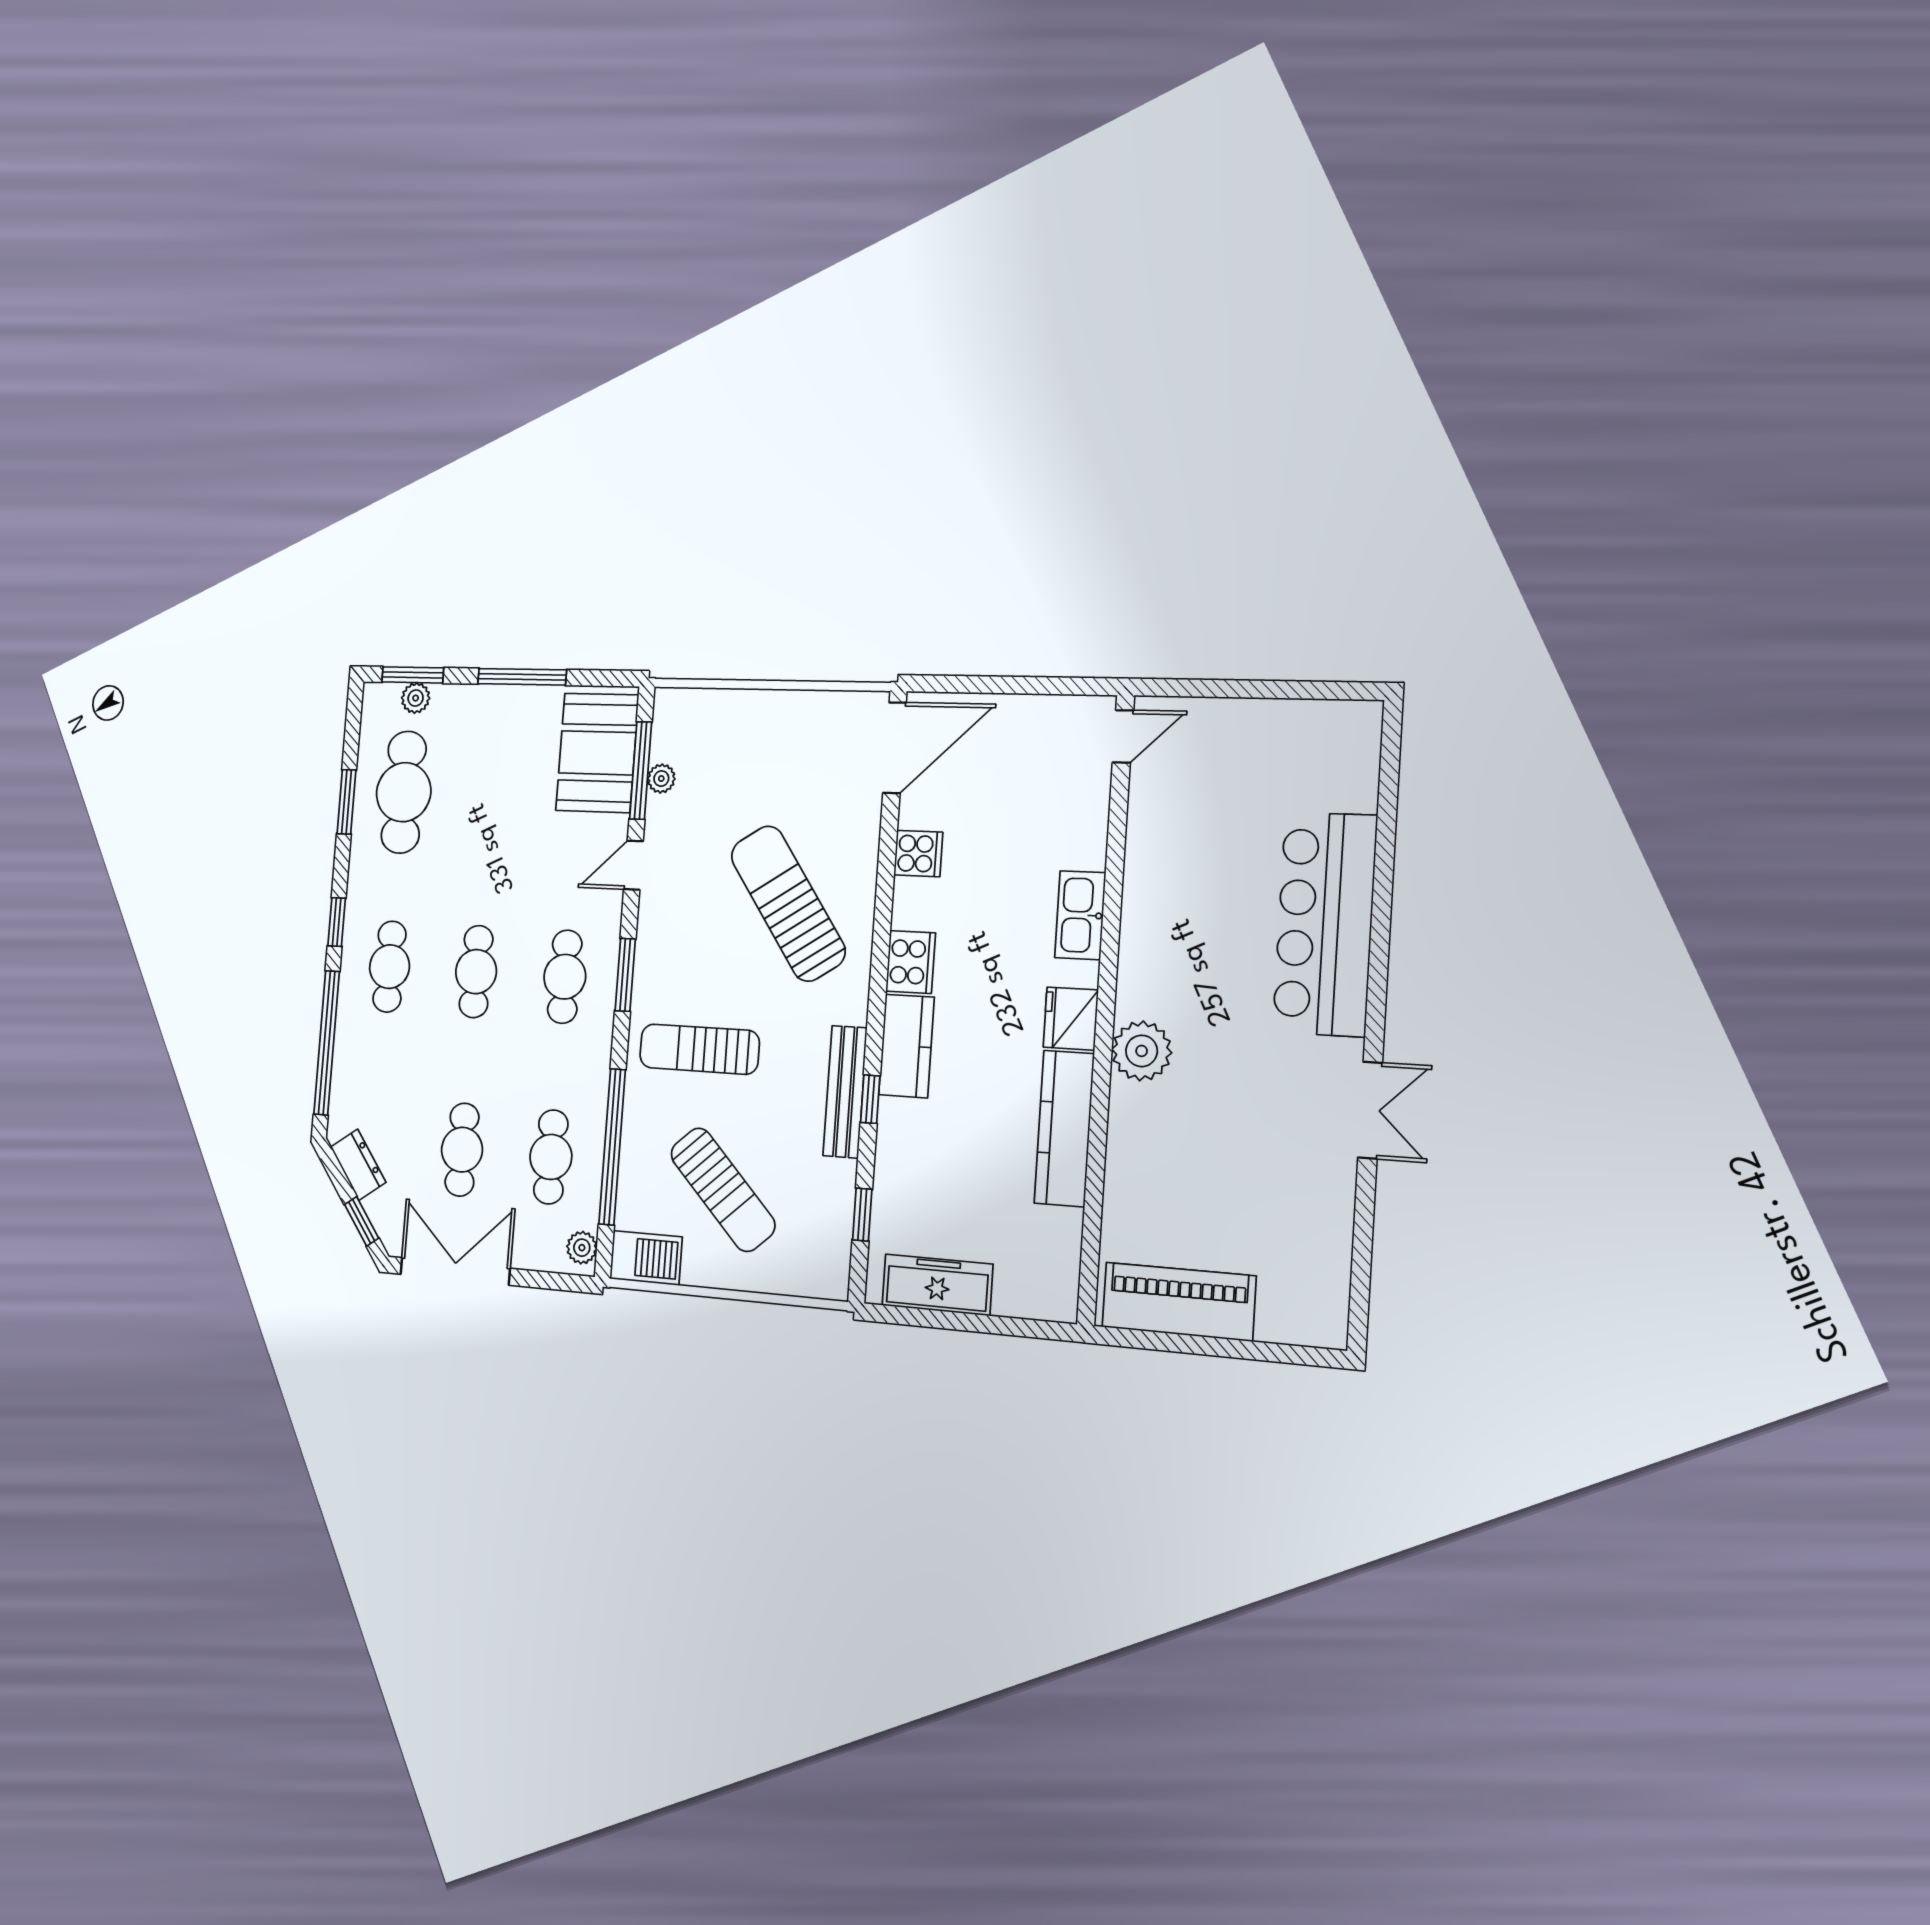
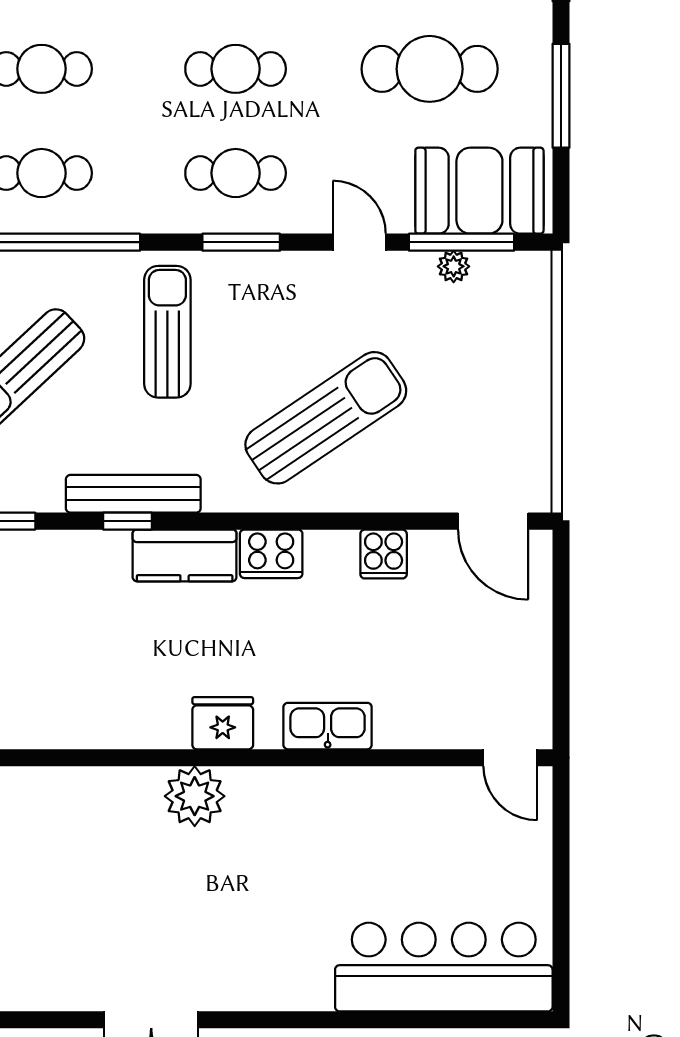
door: (895, 748) -> (493, 521), width x0.73
cafe table: (490, 795) -> (430, 69), added
bar counter: (1325, 924) -> (444, 967), moved
kitchen counter: (1064, 1128) -> (112, 724), removed

